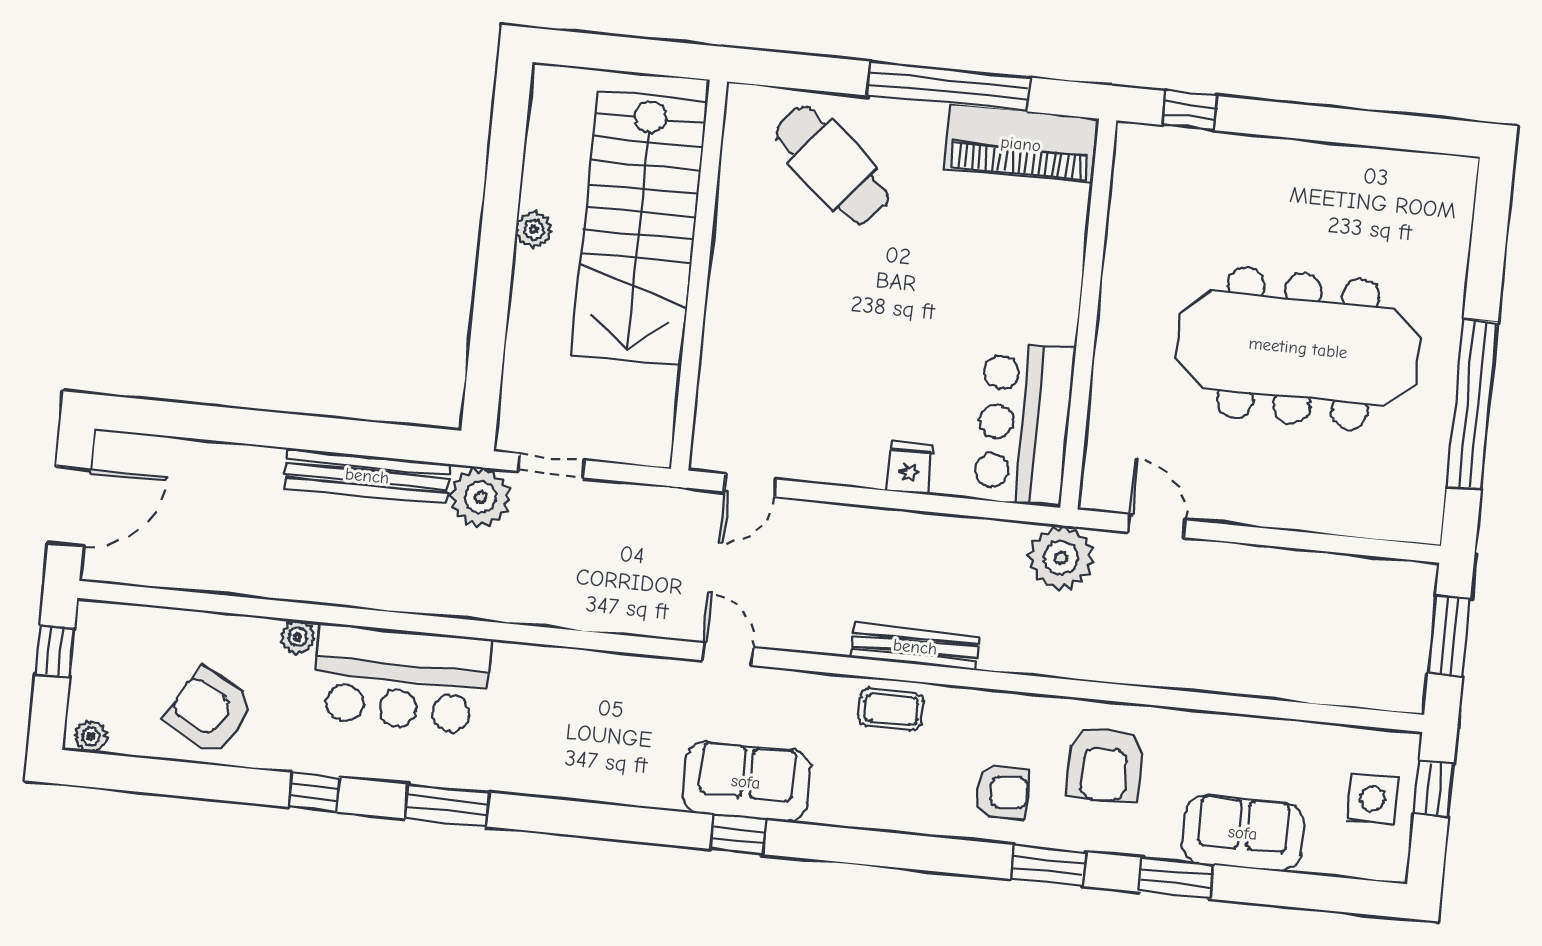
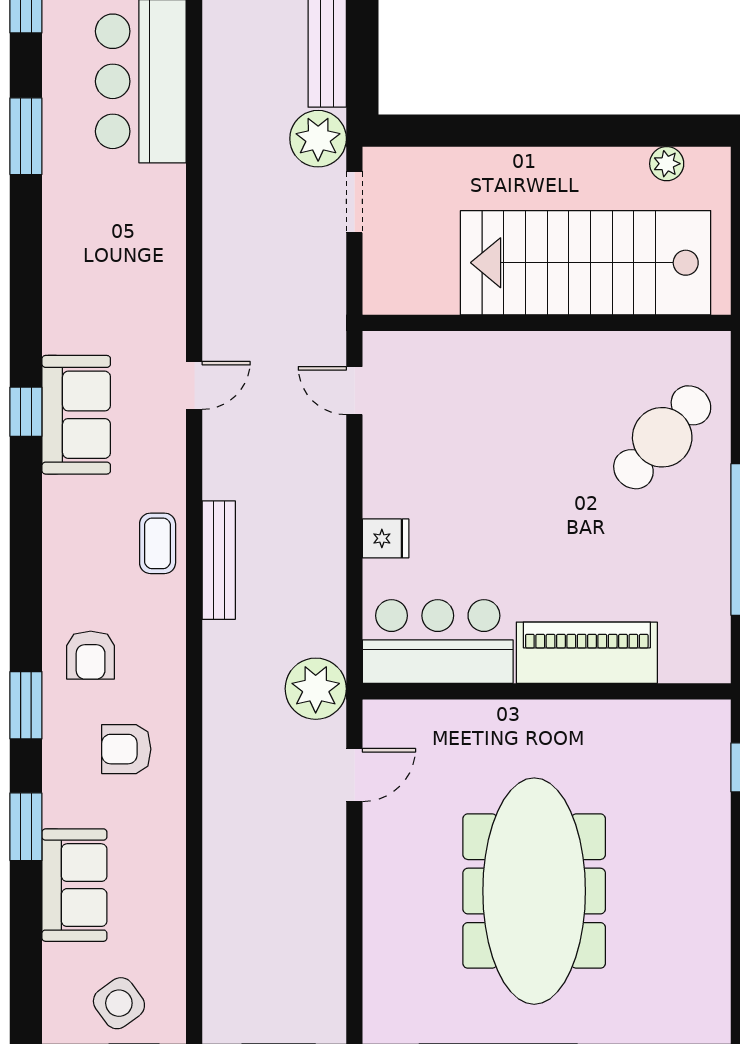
piano: (1021, 144) -> (587, 653), moved, turned 90
plant: (534, 230) -> (667, 164), moved
armchair: (1105, 764) -> (126, 749), width x0.72, depth x0.72
side table: (1372, 799) -> (119, 1003), turned -36

